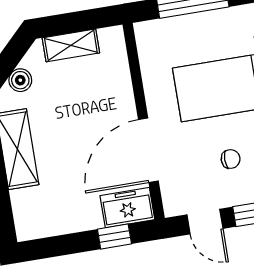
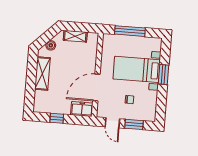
window: (114, 237) -> (57, 118), moved

